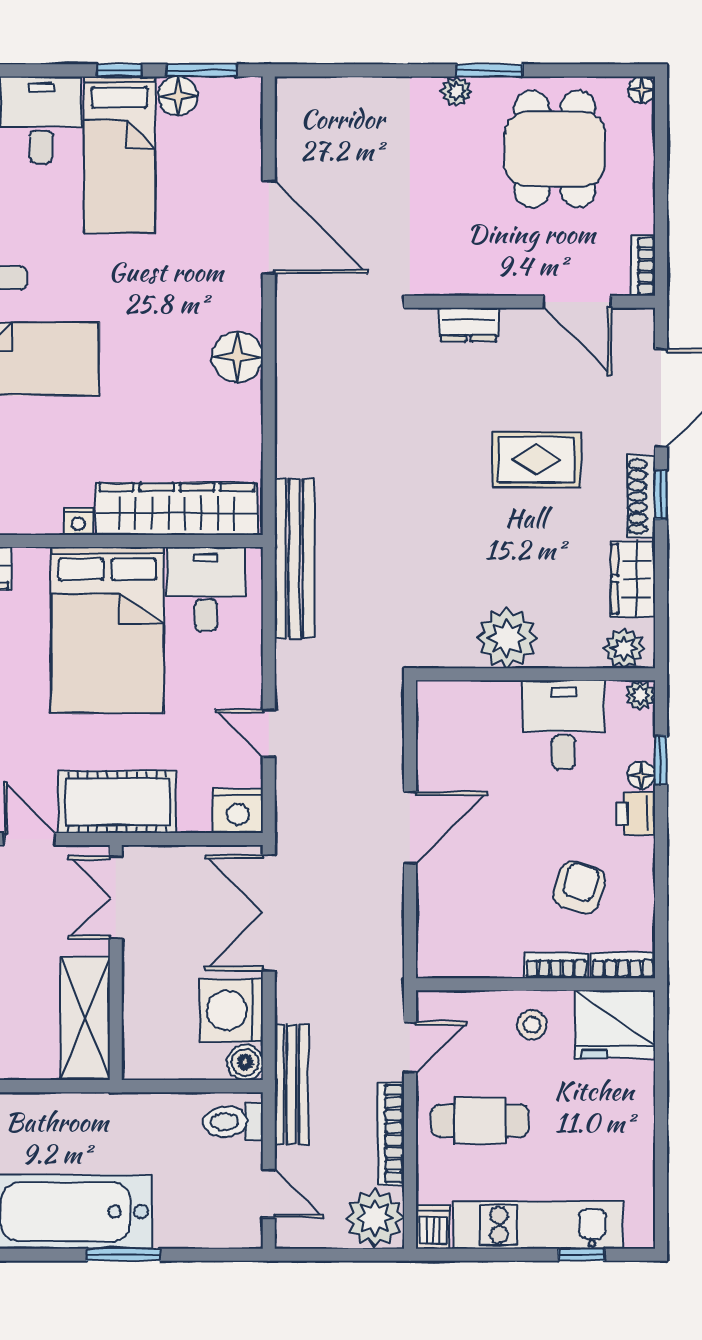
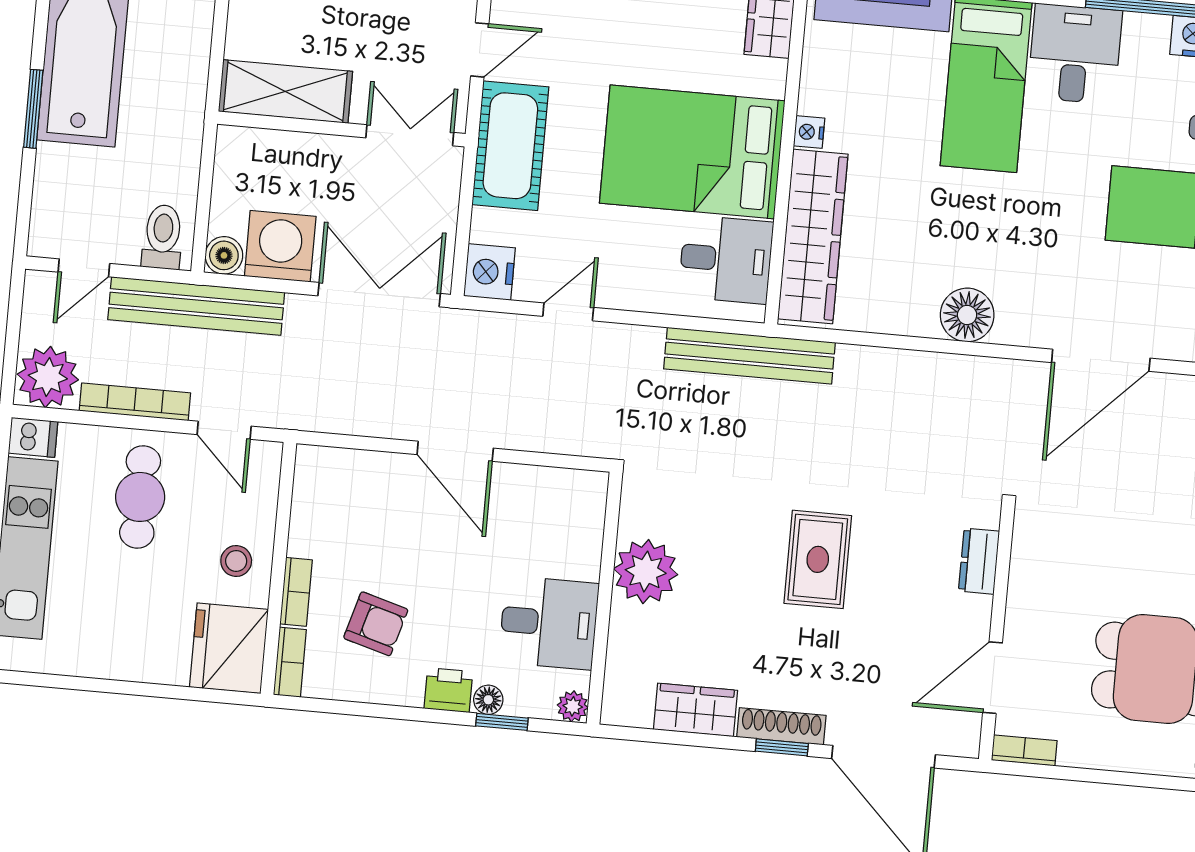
rug: (536, 460) -> (818, 559), moved
plant: (624, 648) -> (623, 694), removed
bench: (292, 1084) -> (196, 306), width x1.37, depth x1.21

